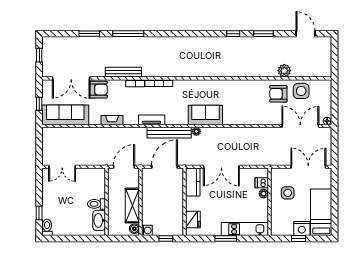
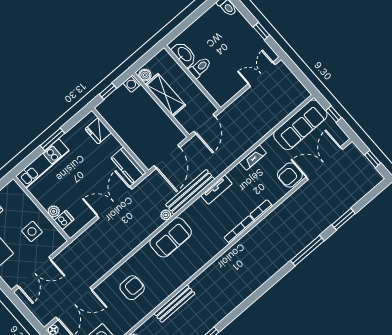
bench: (123, 72) -> (174, 304), moved
armchair: (278, 94) -> (132, 288), moved
window: (39, 213) -> (261, 31), moved

